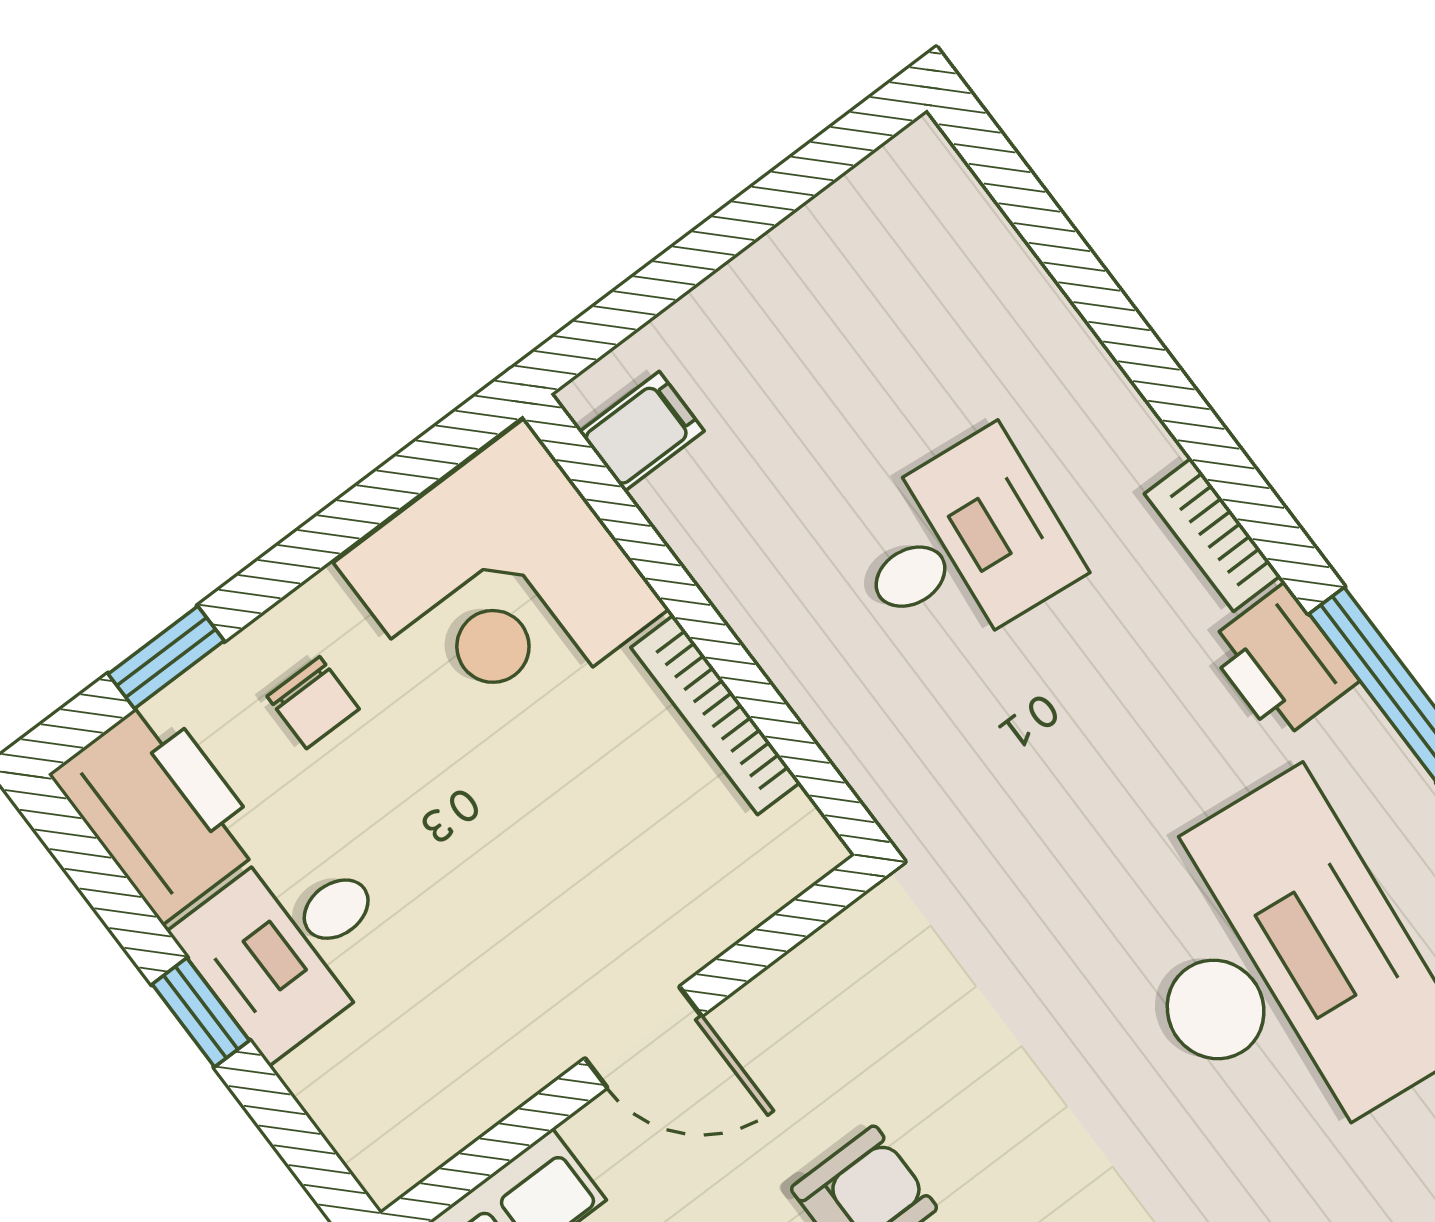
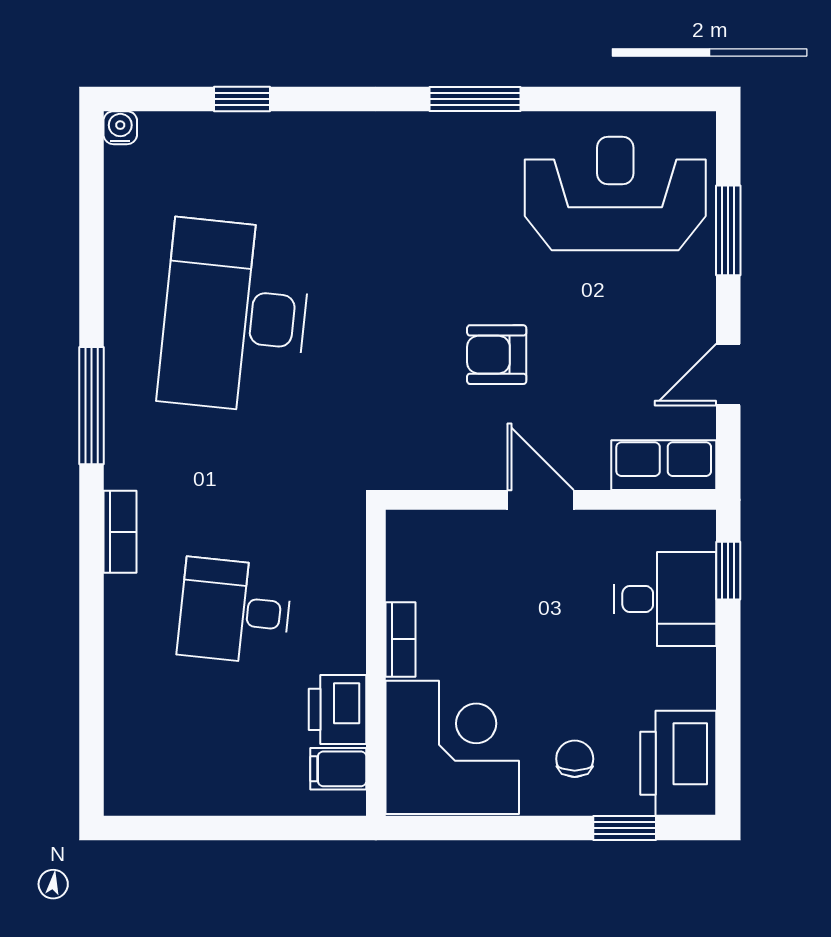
printer: (1281, 662) -> (337, 709), moved, turned 180
bookcase: (716, 715) -> (400, 639), width x0.64
desk: (291, 943) -> (665, 599), moved
window: (201, 1012) -> (728, 571), moved

